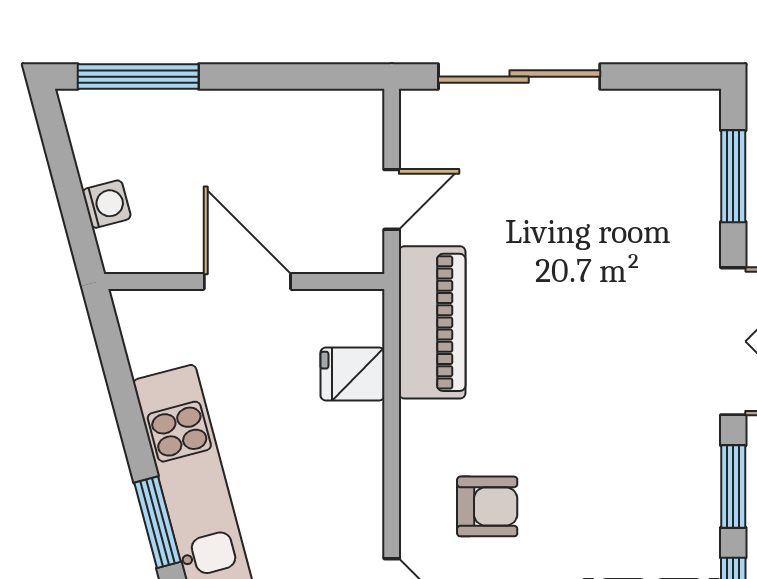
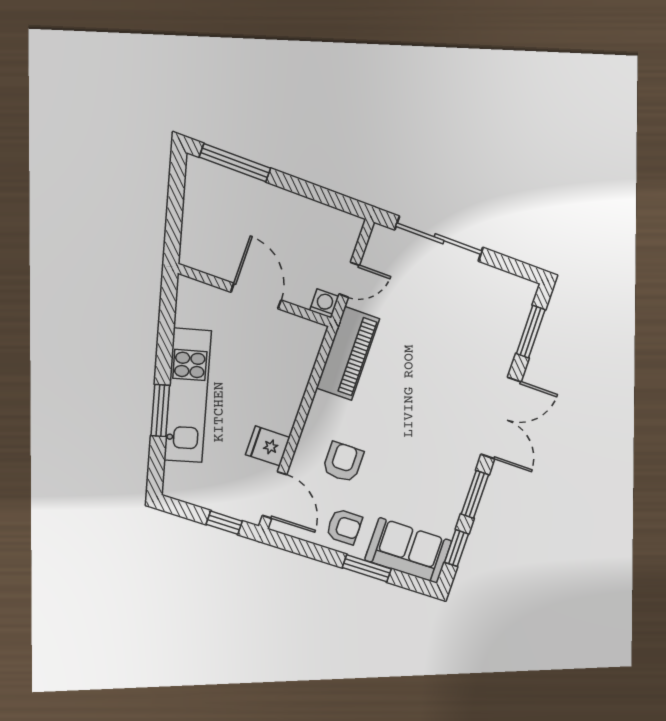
washing machine: (107, 204) -> (324, 303), moved, turned -75
fridge: (352, 374) -> (268, 446), moved
armchair: (487, 506) -> (343, 462), turned -90

